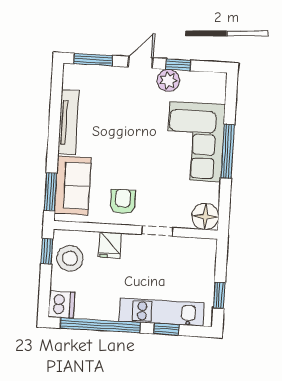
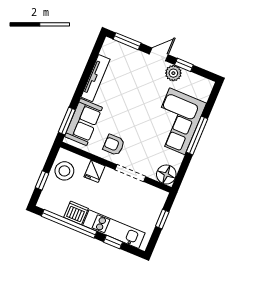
armchair: (123, 202) -> (114, 145), turned -90
doorway: (157, 231) -> (130, 173), width x1.38
window: (47, 251) -> (42, 180), moved
window: (219, 295) -> (162, 219), moved
dishwasher: (61, 305) -> (76, 213), moved, turned -90

